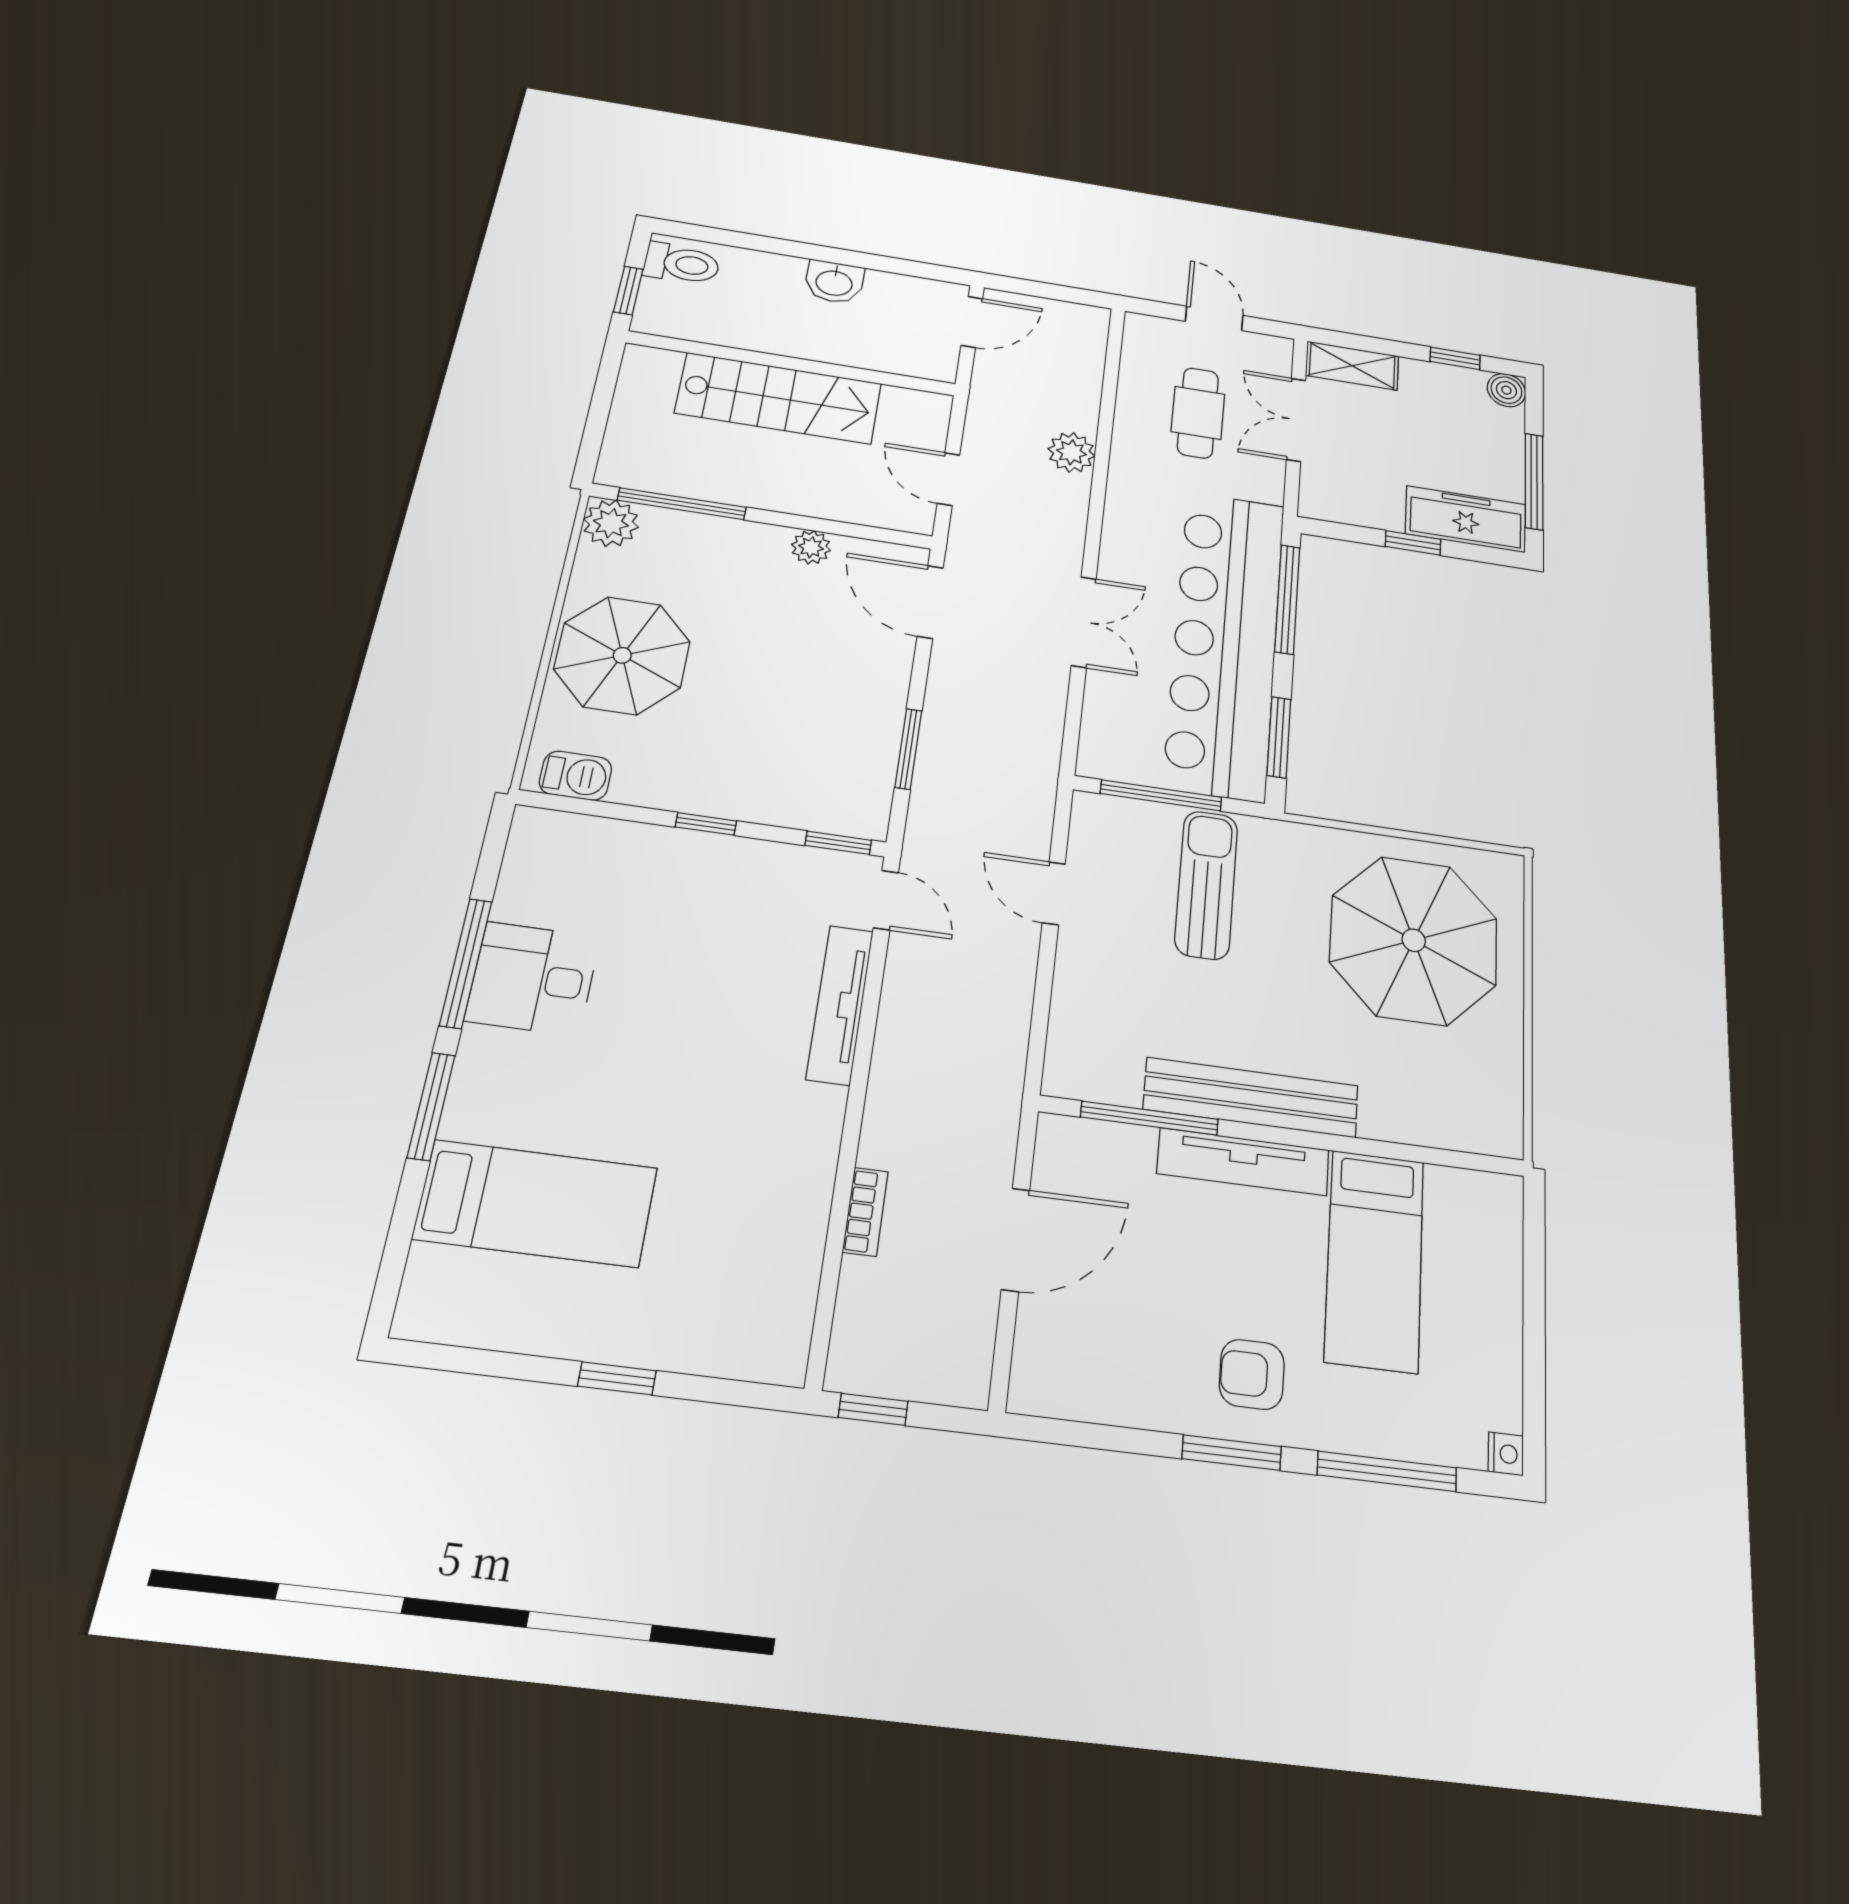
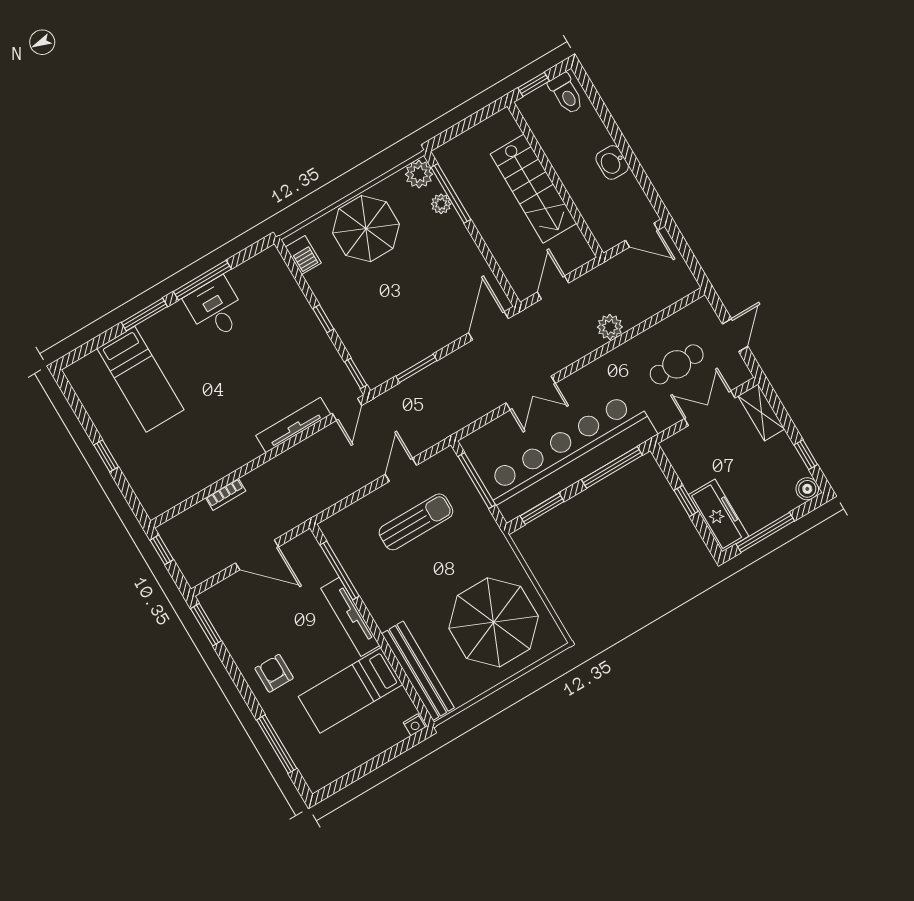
plant: (811, 547) -> (441, 204), moved
sun lounger: (1206, 885) -> (416, 522), moved
bench: (1251, 1097) -> (418, 671), moved
window: (1232, 1453) -> (206, 625), moved
nightstand: (1506, 1454) -> (414, 725), moved

